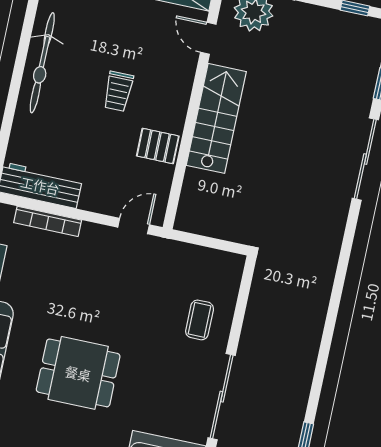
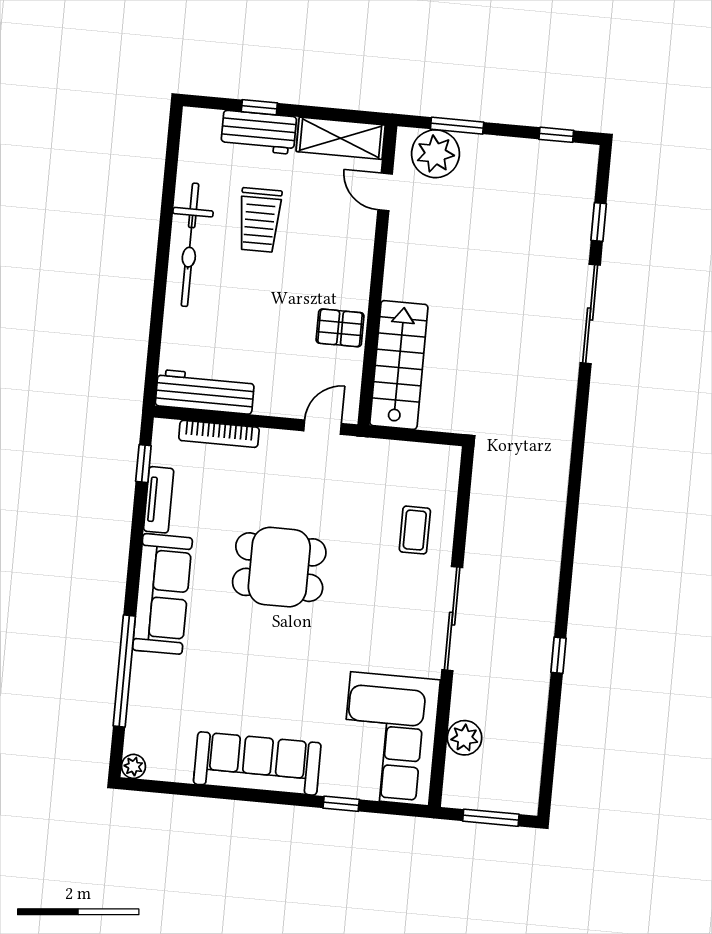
trolley: (118, 91) -> (260, 220), moved, width x1.36, depth x1.39
stairs: (216, 118) -> (399, 365), moved
dining table: (78, 373) -> (279, 567), moved

